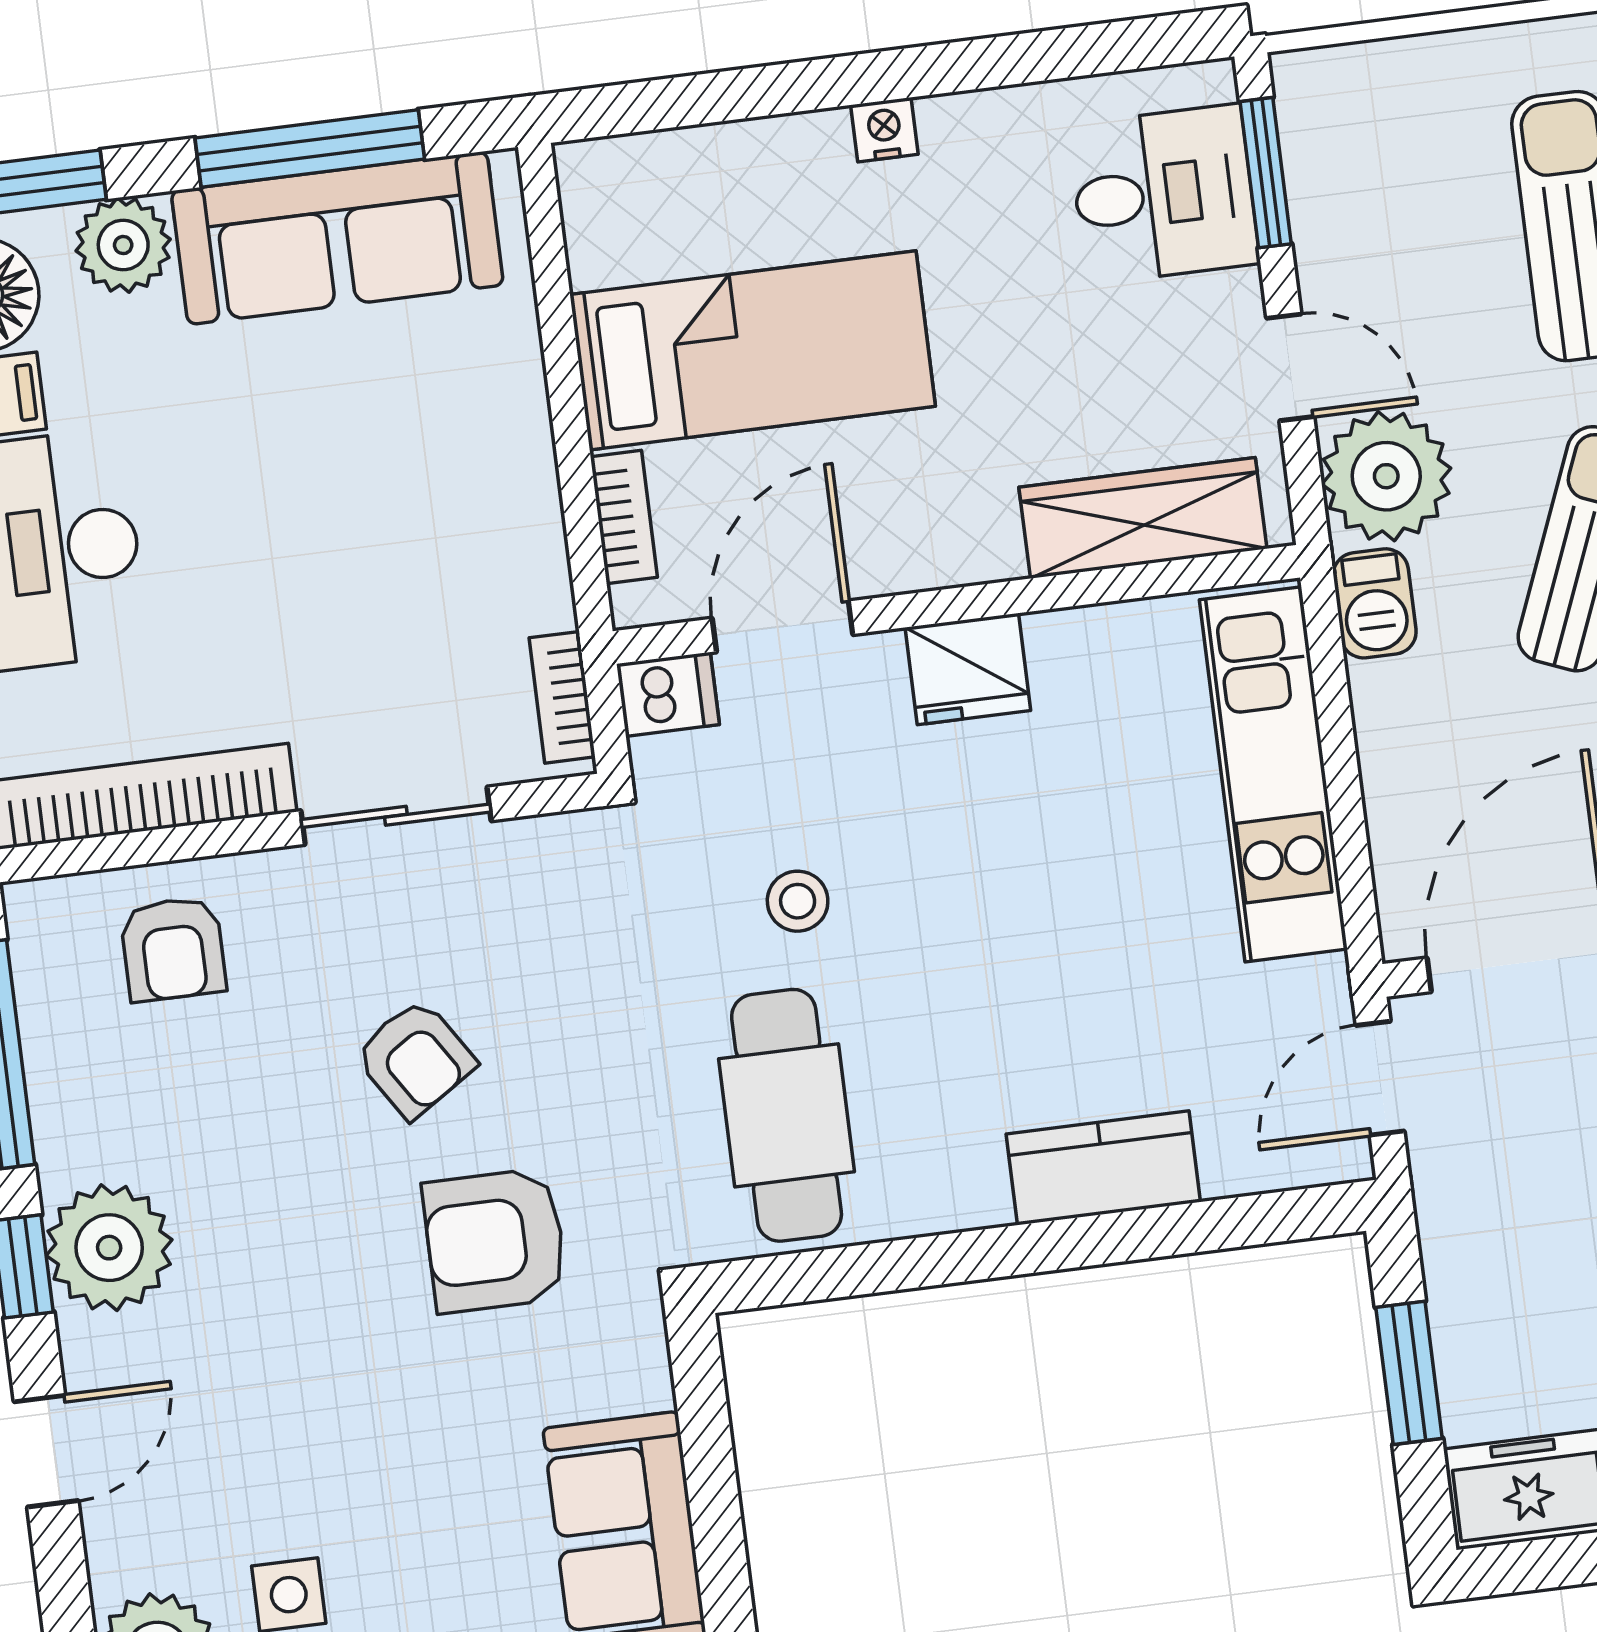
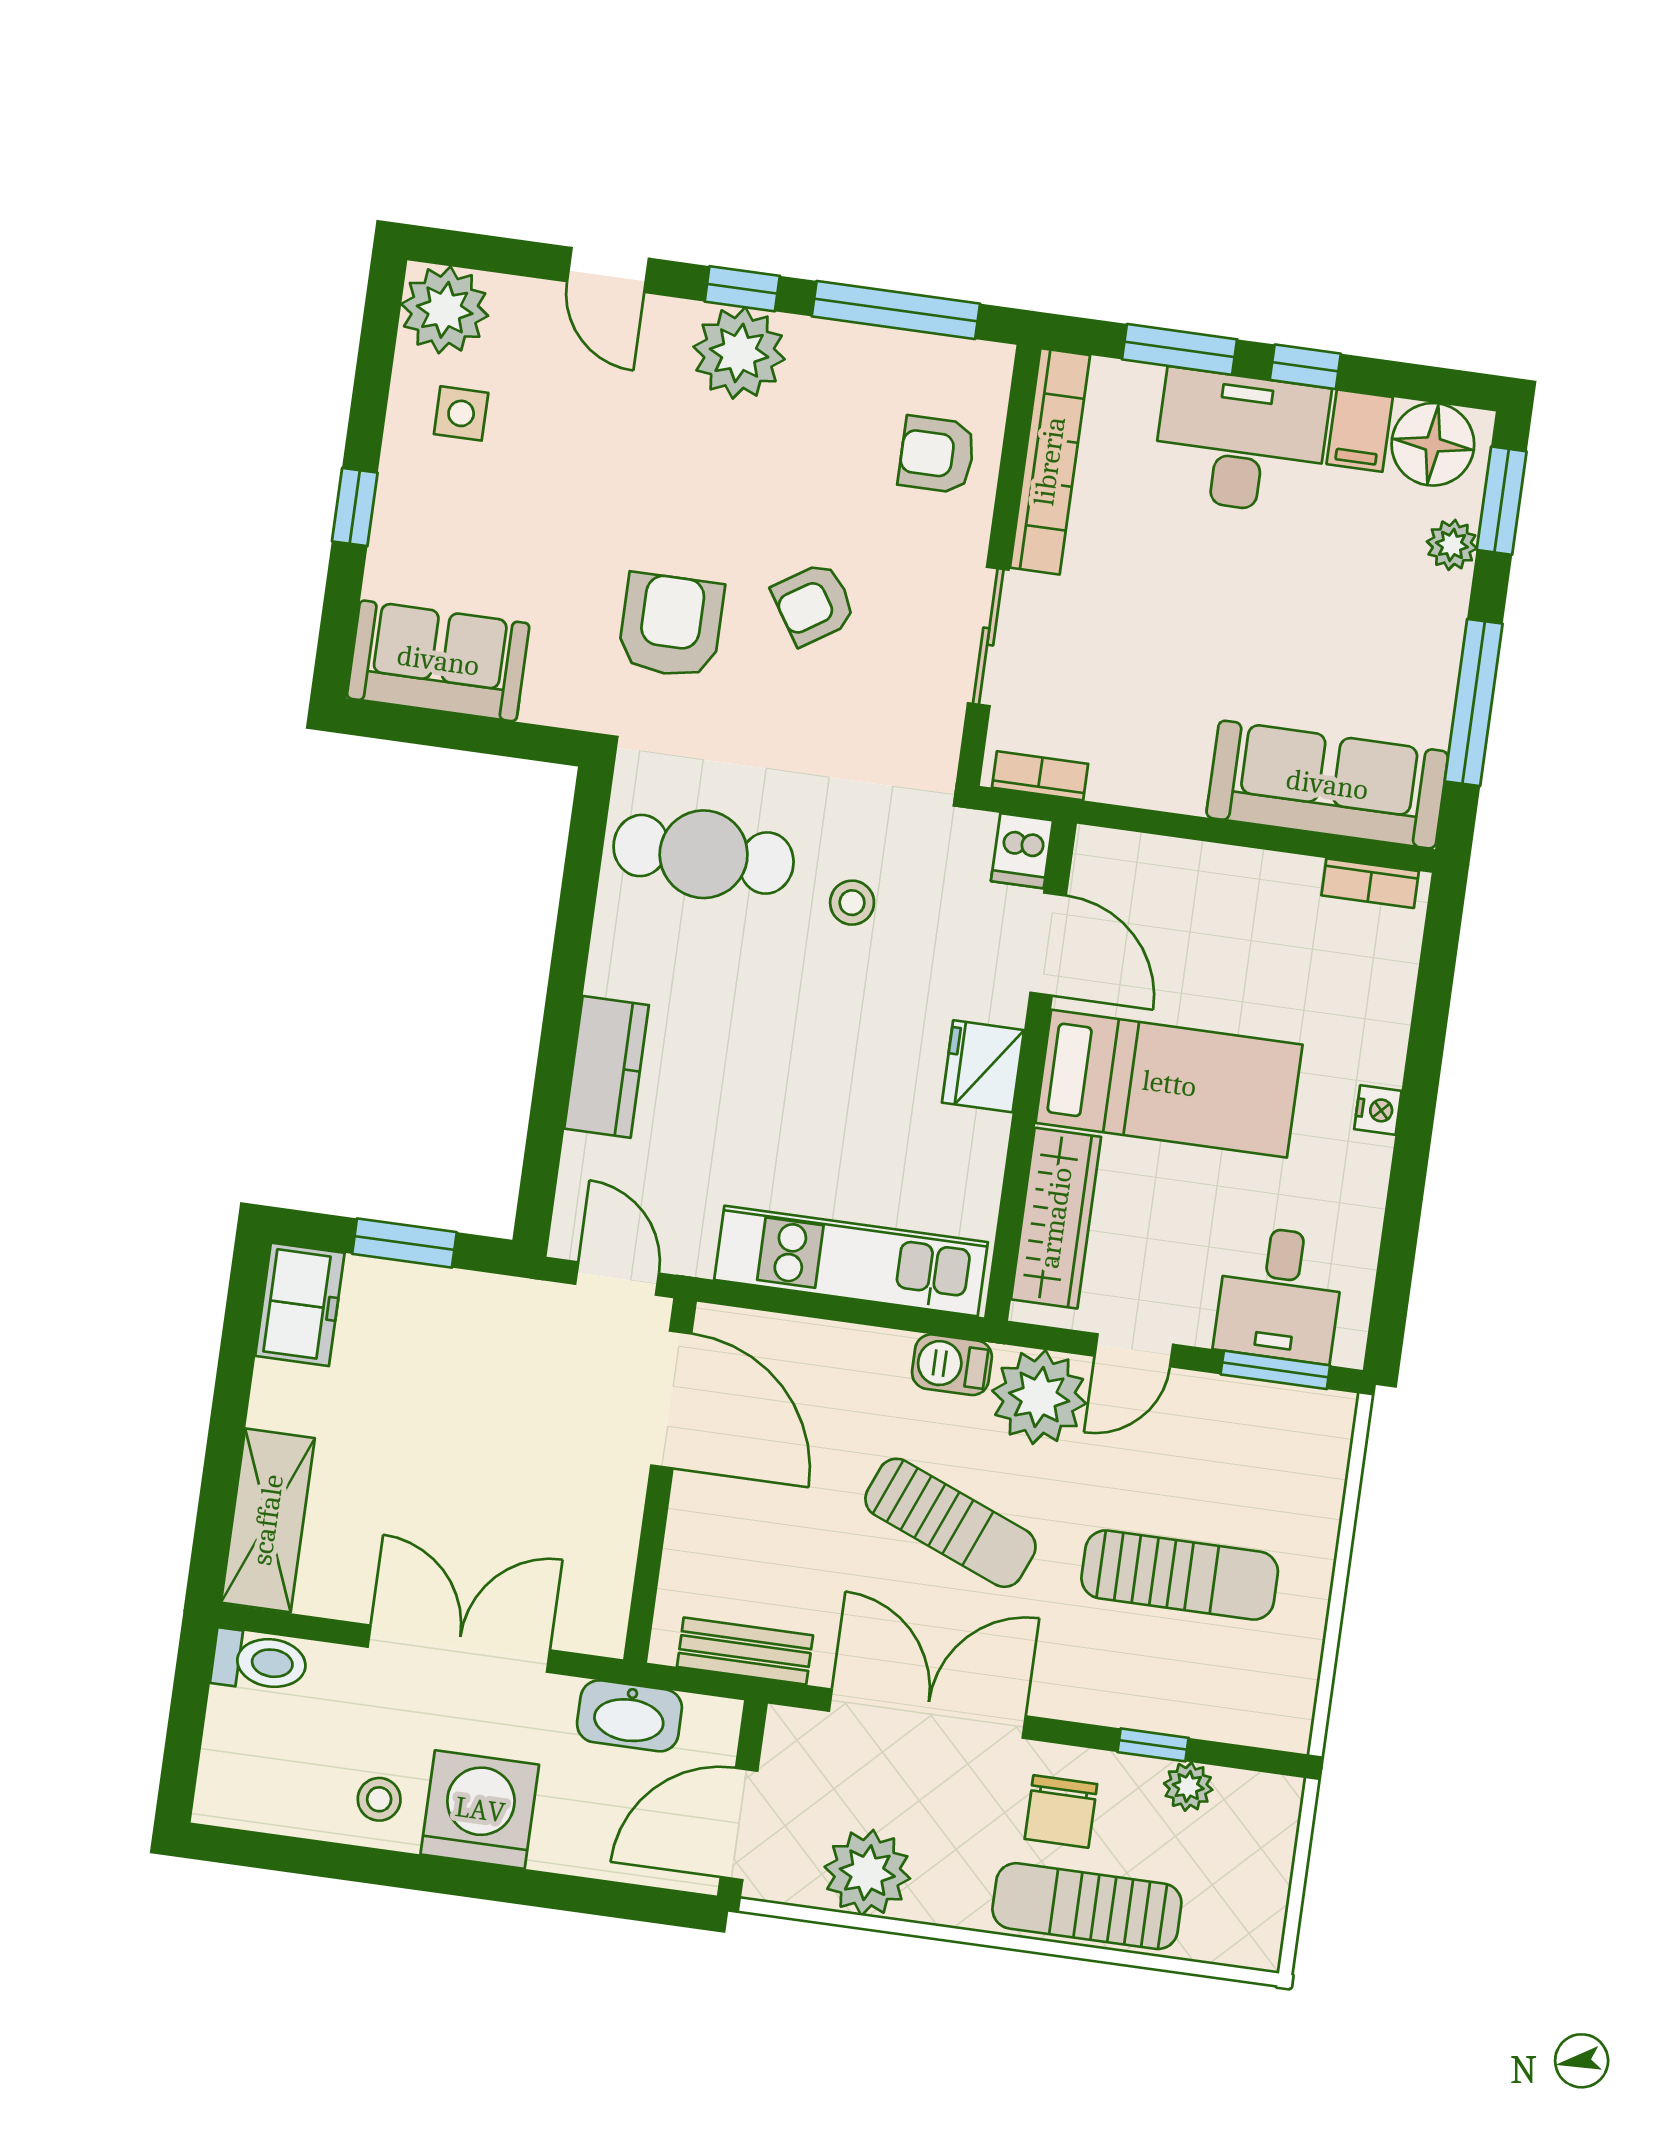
sofa: (337, 238) -> (1327, 785), moved, turned 90
plant: (123, 245) -> (1452, 545), width x0.73, depth x0.73
bed: (753, 350) -> (1169, 1084), moved, turned -90
bookcase: (624, 517) -> (1370, 883), moved

